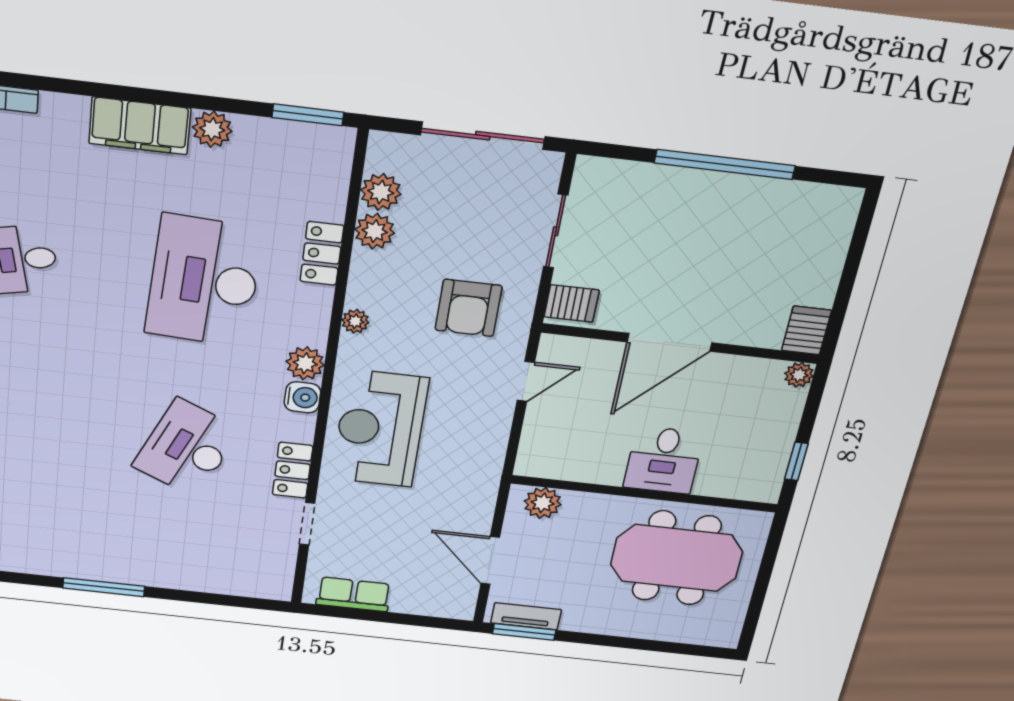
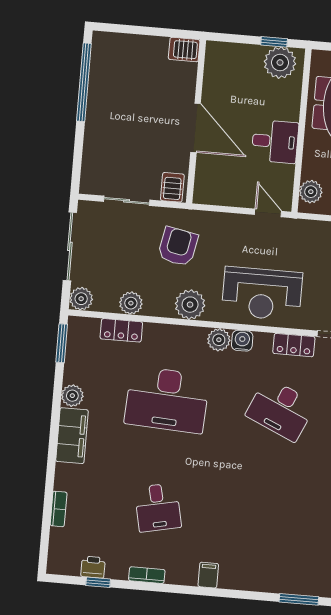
window: (725, 164) -> (84, 82), moved
plant: (381, 192) -> (81, 299), moved
locker: (322, 253) -> (121, 330), moved
armchair: (468, 308) -> (178, 247), turned -79
plant: (355, 321) -> (190, 305), width x1.88, depth x1.88
plant: (799, 375) -> (280, 63), moved, width x1.87, depth x1.87
door: (526, 381) -> (268, 213), moved
desk: (663, 460) -> (275, 142), moved

